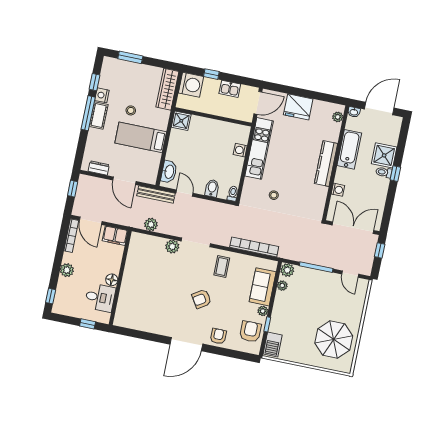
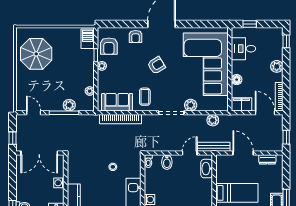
door: (184, 193) -> (190, 153), swing flipped
plant: (287, 270) -> (69, 105), moved
floor lamp: (112, 280) -> (237, 80), moved
sofa: (263, 287) -> (117, 102), moved, turned -90
corner sofa: (146, 289) -> (206, 64), added

